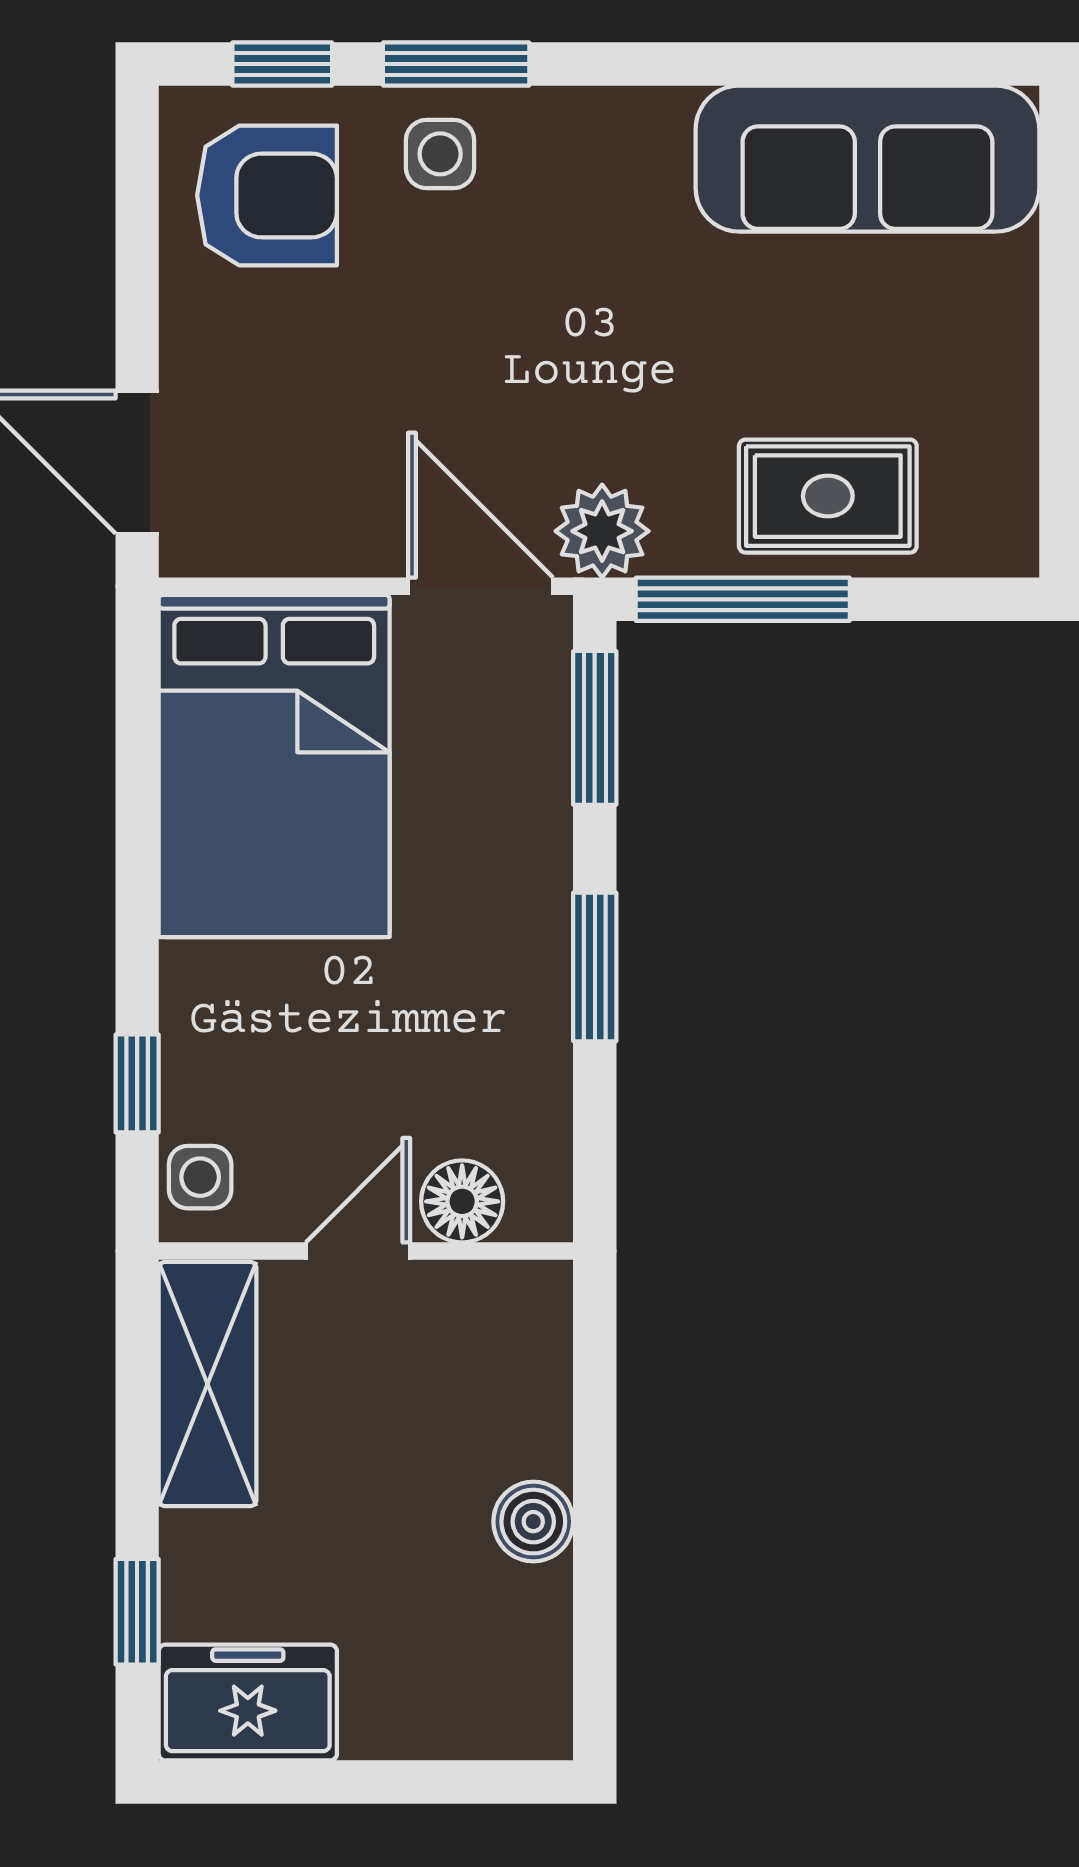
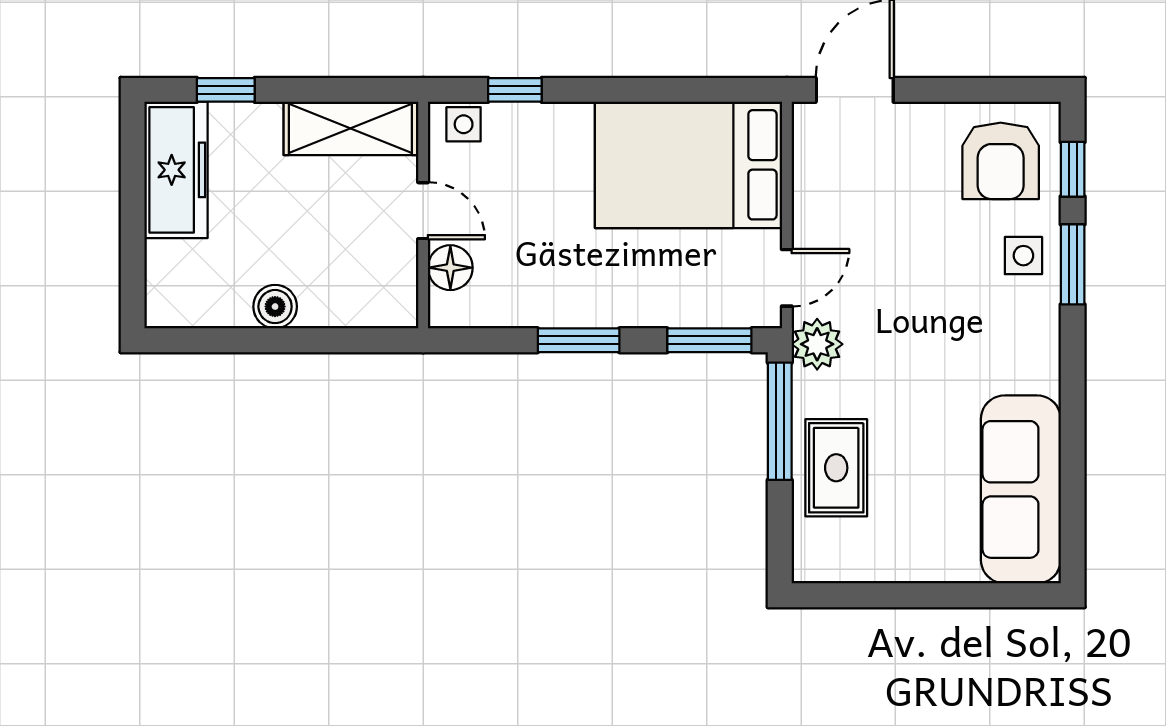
door: (481, 586) -> (787, 278), width x0.73
freezer: (248, 1703) -> (176, 170), width x1.40

